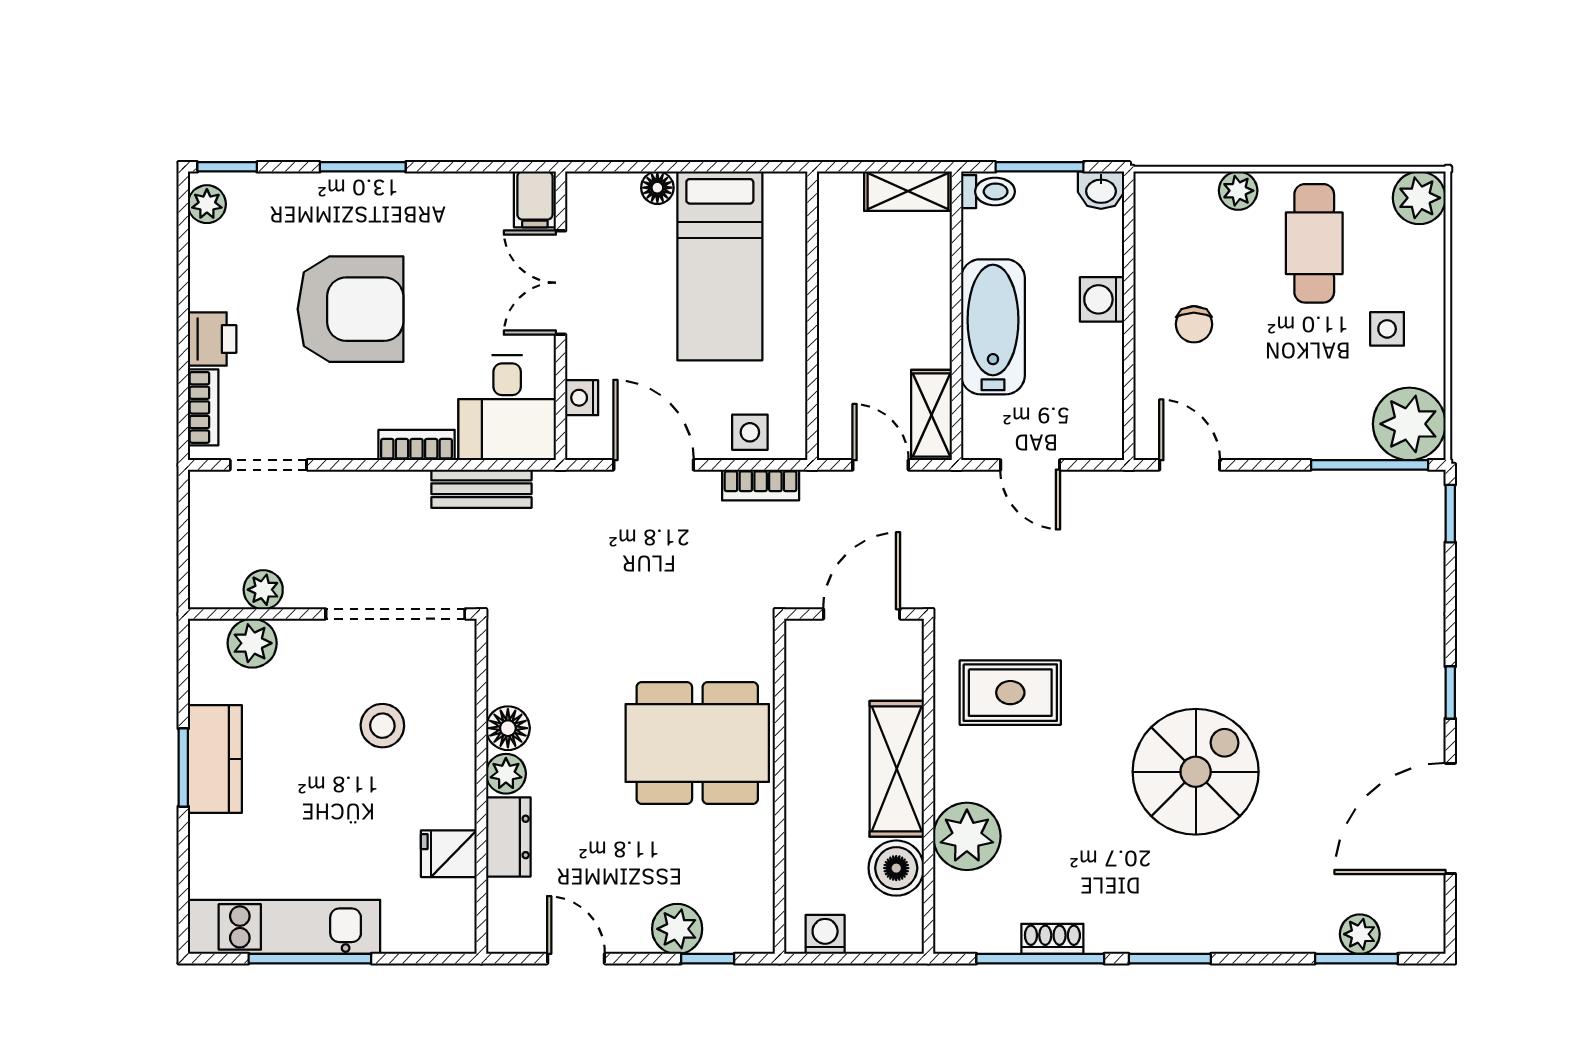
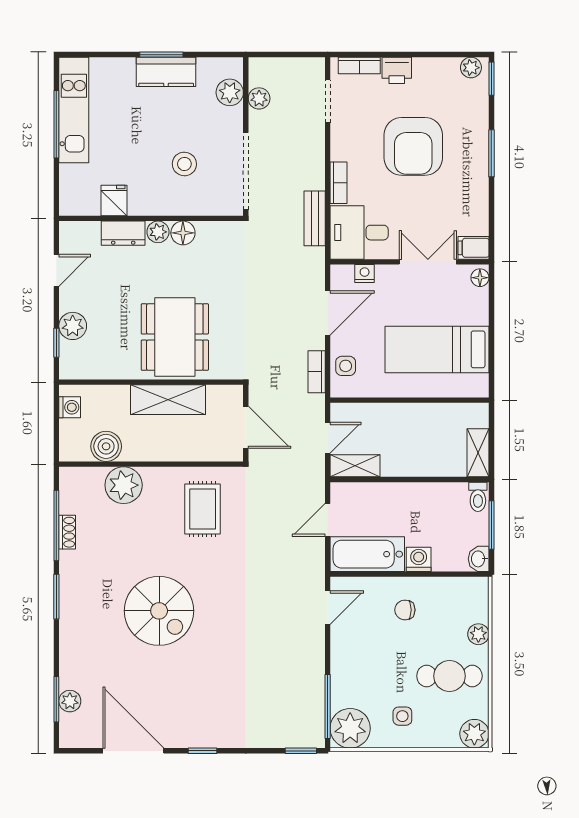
floor lamp: (657, 188) -> (480, 278), moved
bathtub: (993, 327) -> (367, 554), moved, turned 180
shelving: (897, 769) -> (168, 400), moved

